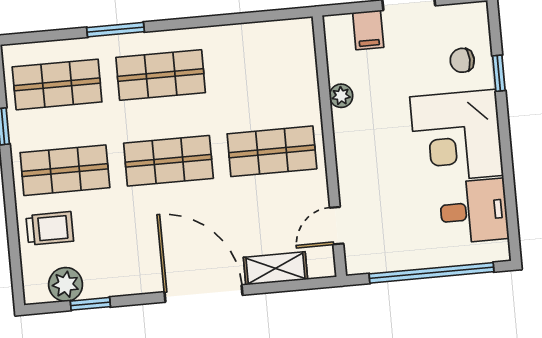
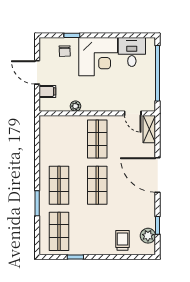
shop shelf: (65, 170) -> (97, 231), removed
shelving: (275, 268) -> (149, 129), moved
door: (203, 294) -> (158, 175), hinge flipped

